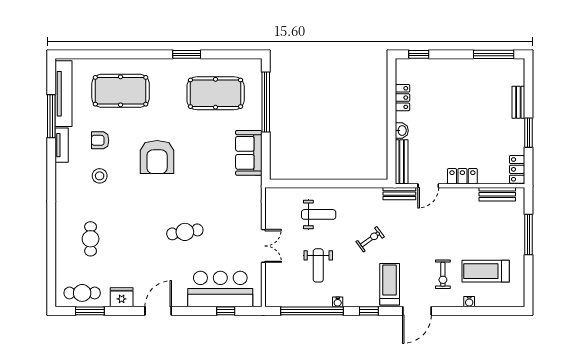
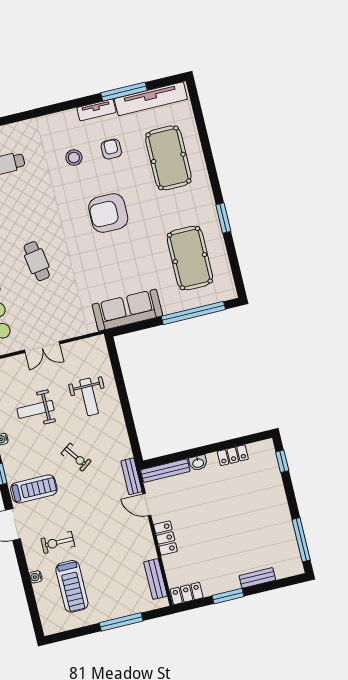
sofa: (249, 153) -> (127, 310), width x1.36
treadmill: (486, 271) -> (72, 586), turned 180

